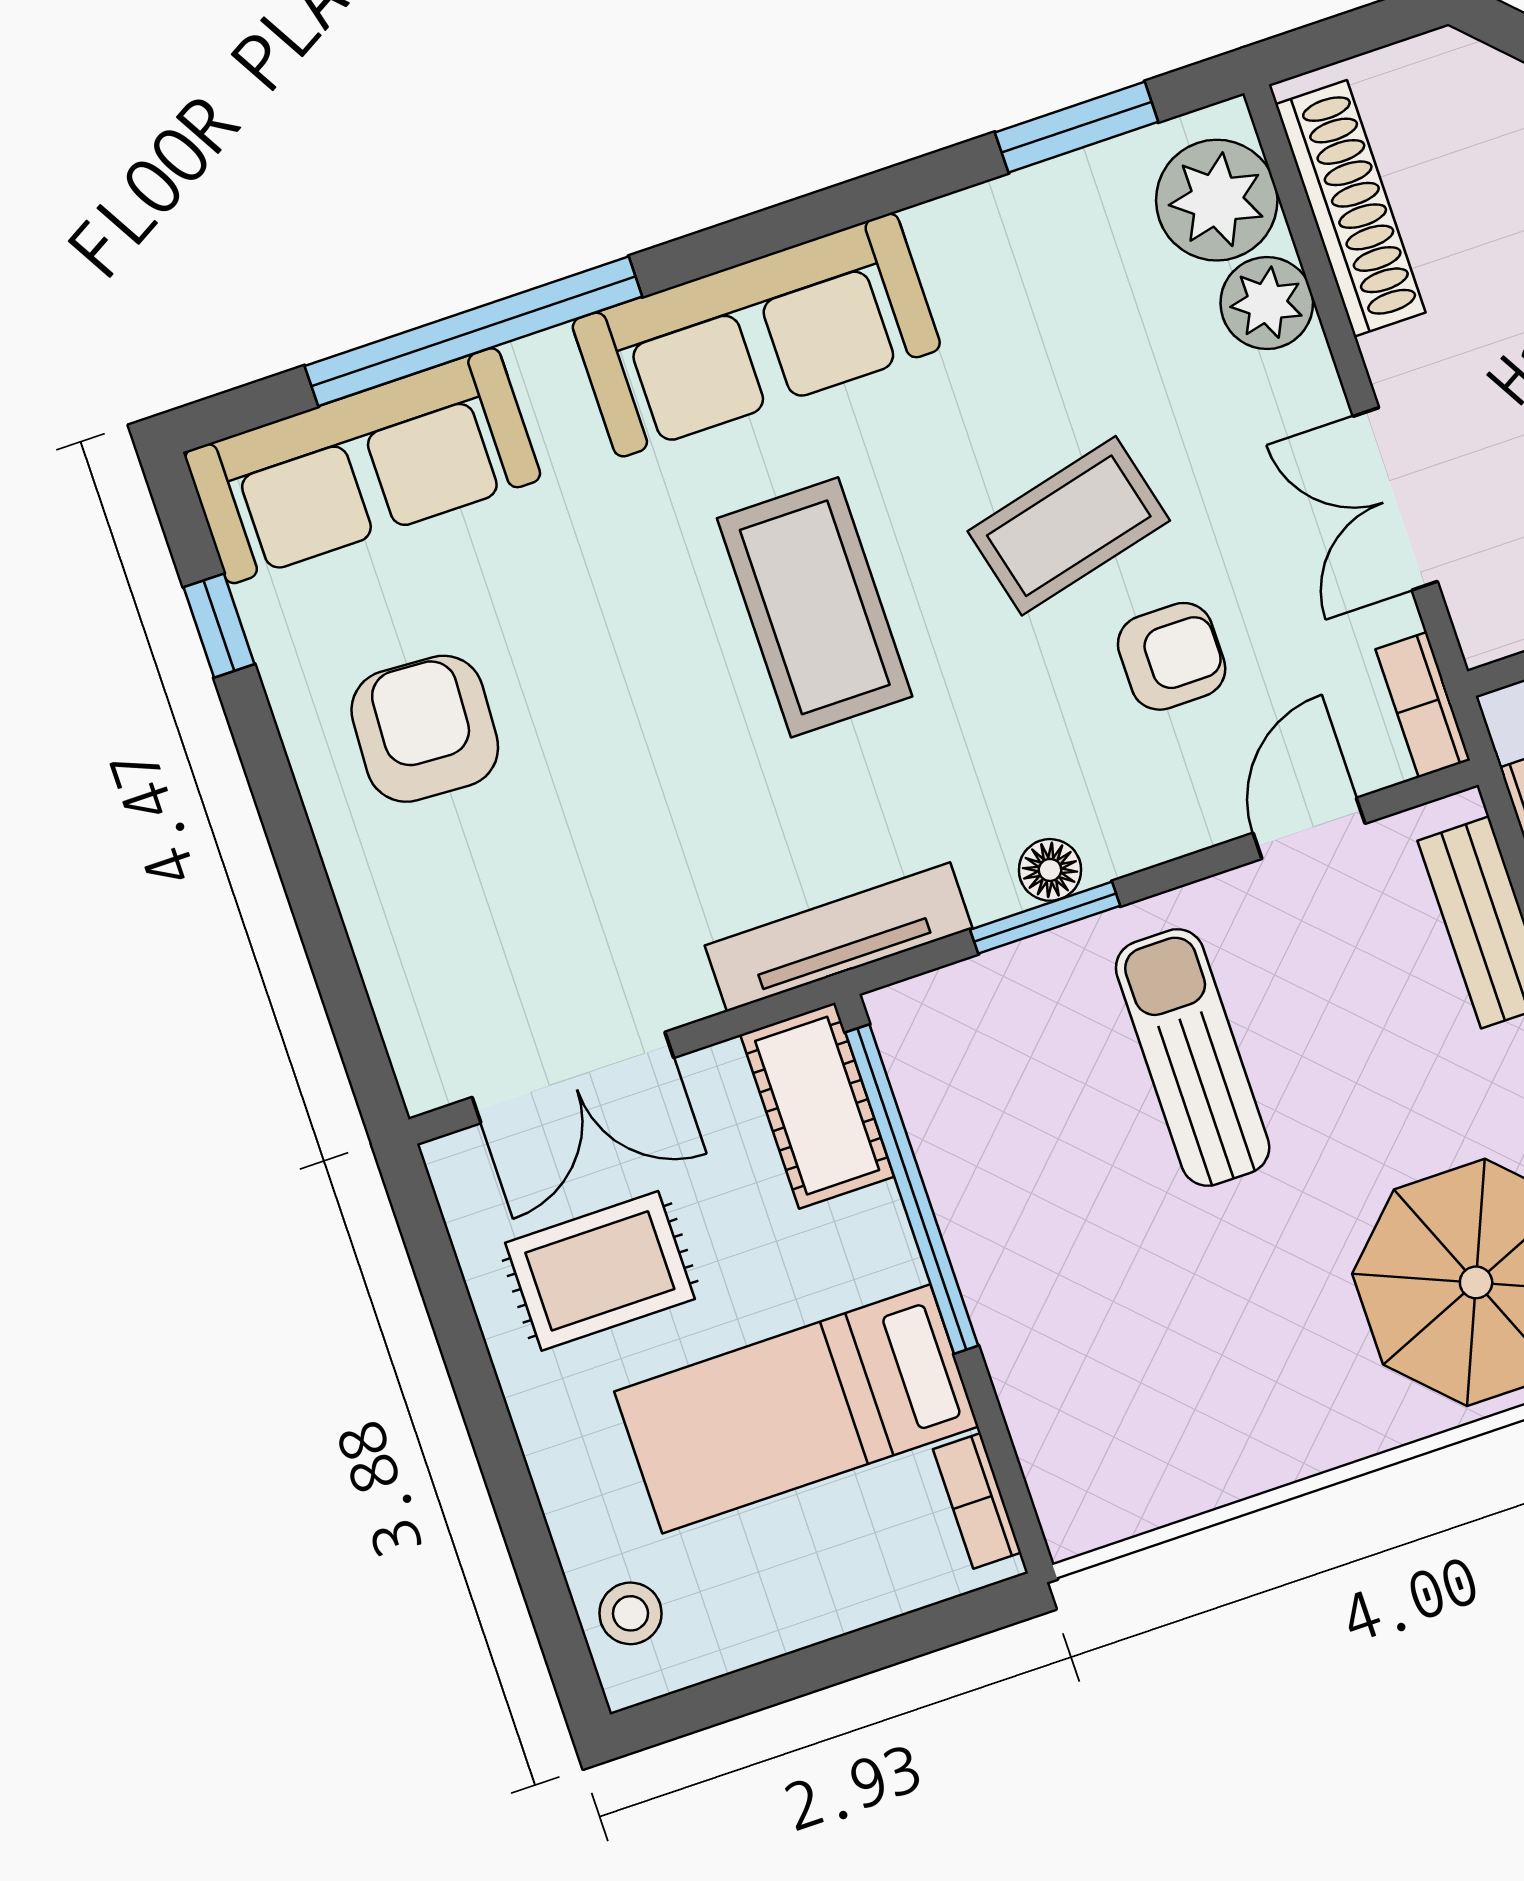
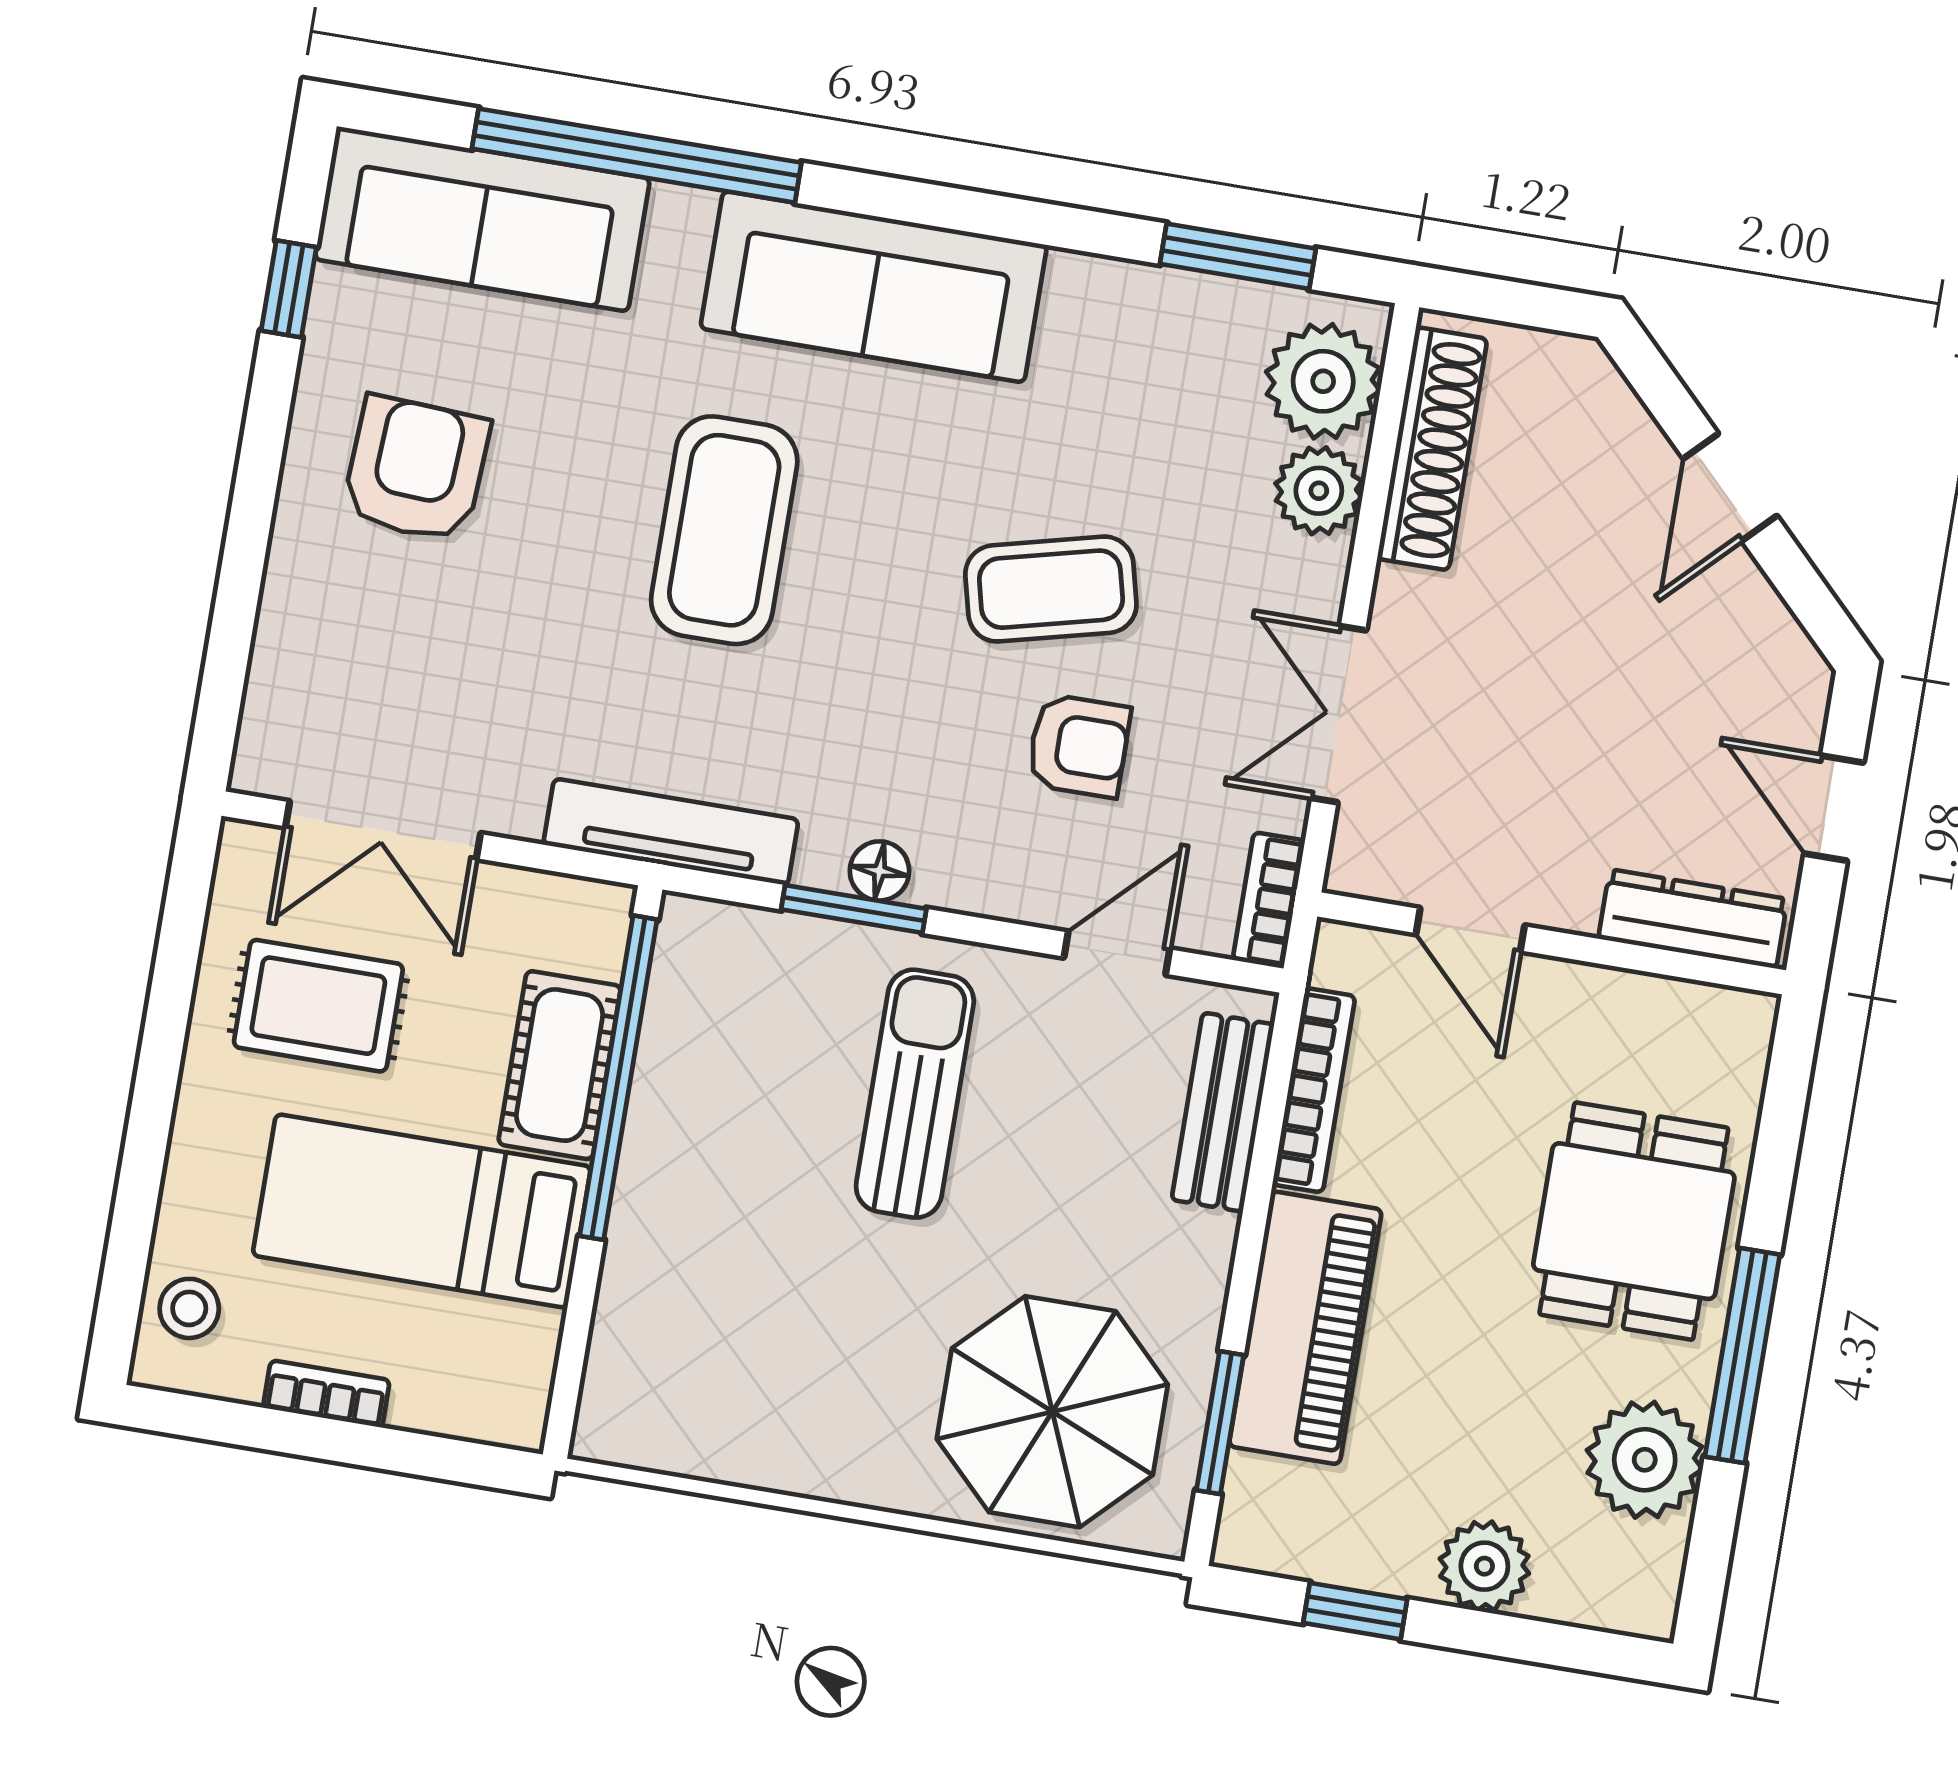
coffee table: (815, 607) -> (724, 530), moved
cot: (817, 1106) -> (560, 1065), moved
bookcase: (977, 1501) -> (326, 1394), moved, turned 90

